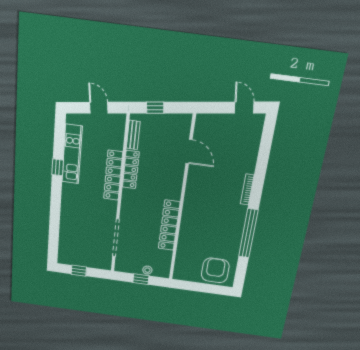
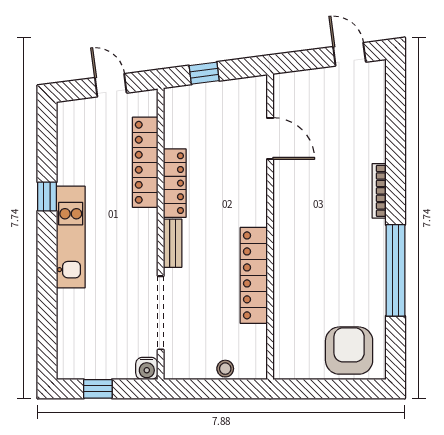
bench: (133, 135) -> (173, 243), moved
kitchen unit: (72, 154) -> (71, 237), moved
locker: (113, 175) -> (145, 162), moved
water cooler: (106, 264) -> (147, 368), added
window: (141, 279) -> (215, 389), removed

